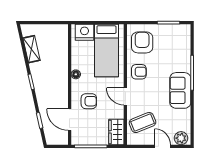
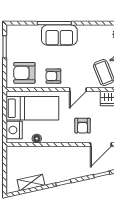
armchair: (139, 72) -> (53, 76), turned -90
floor lamp: (76, 74) -> (37, 139), moved
sofa: (180, 90) -> (59, 35), moved
armchair: (89, 101) -> (83, 126), turned 180

